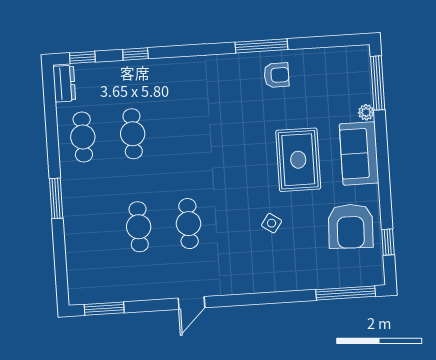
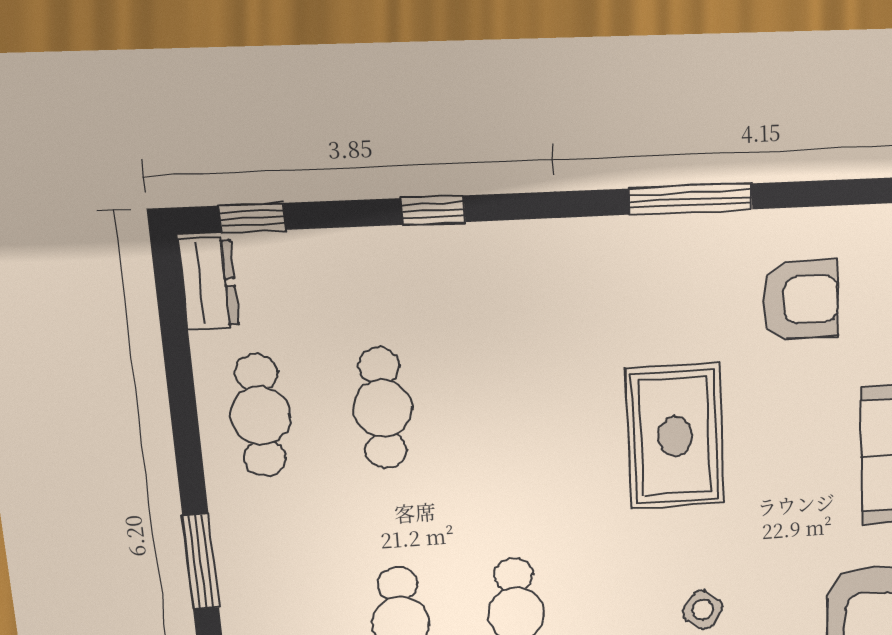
window: (135, 54) -> (433, 210), moved
armchair: (277, 75) -> (800, 300), moved, width x1.38, depth x1.38
rug: (298, 160) -> (675, 436), moved

